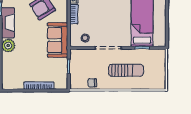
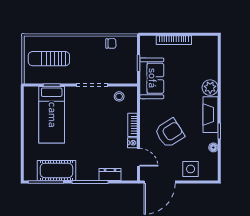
sofa: (58, 40) -> (152, 78), moved
sun lounger: (126, 70) -> (49, 59), moved

